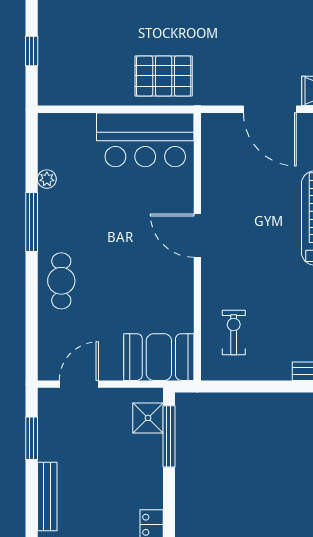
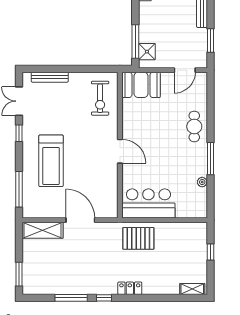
exercise bike: (234, 333) -> (100, 98), width x1.38, depth x1.39

